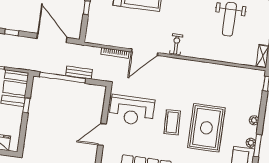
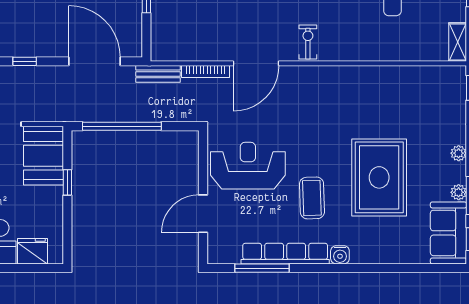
bench: (79, 73) -> (158, 74), moved
reception desk: (132, 110) -> (248, 166), turned 180
coffee table: (172, 122) -> (312, 198), moved

